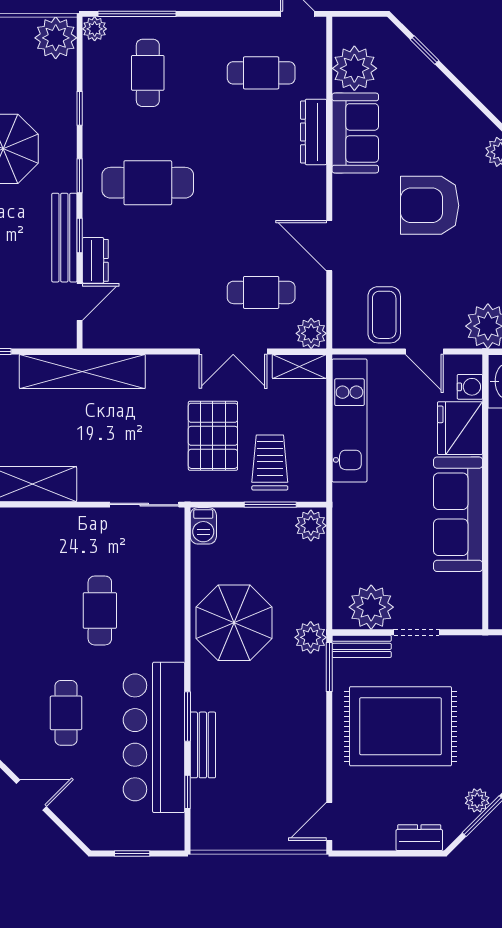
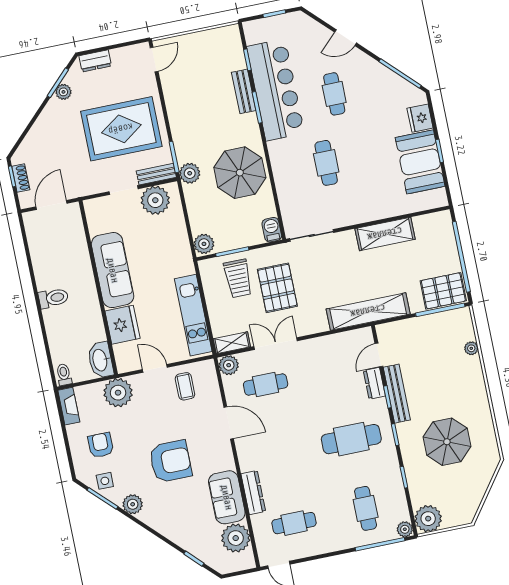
coffee table: (384, 315) -> (185, 386), width x0.73, depth x0.77
water cooler: (470, 387) -> (122, 352), removed

